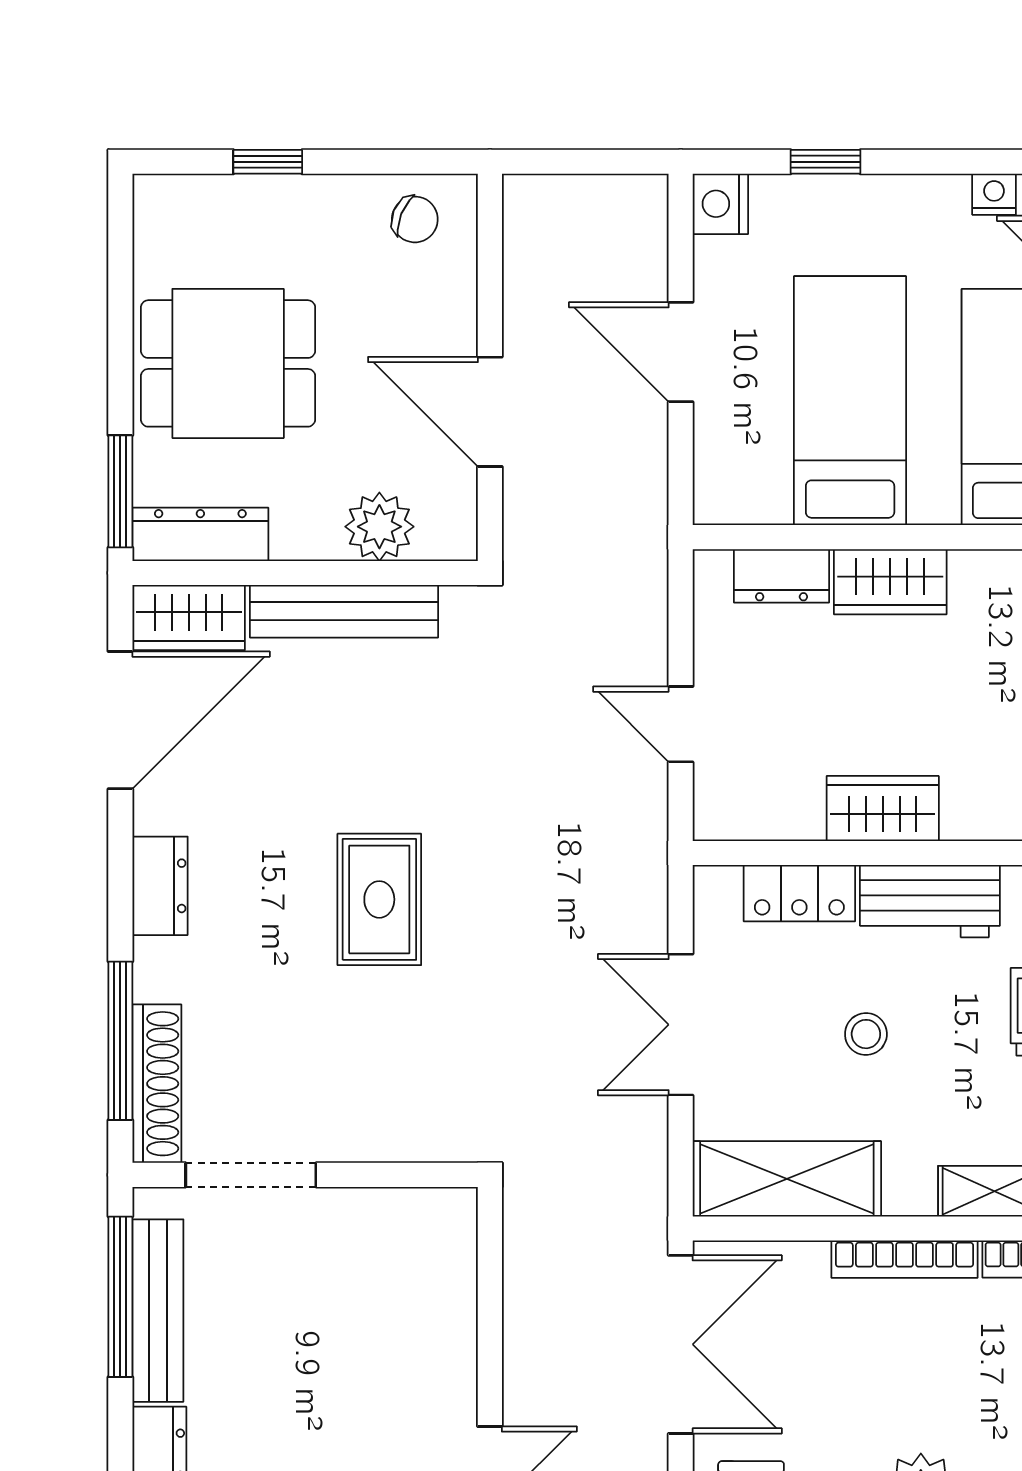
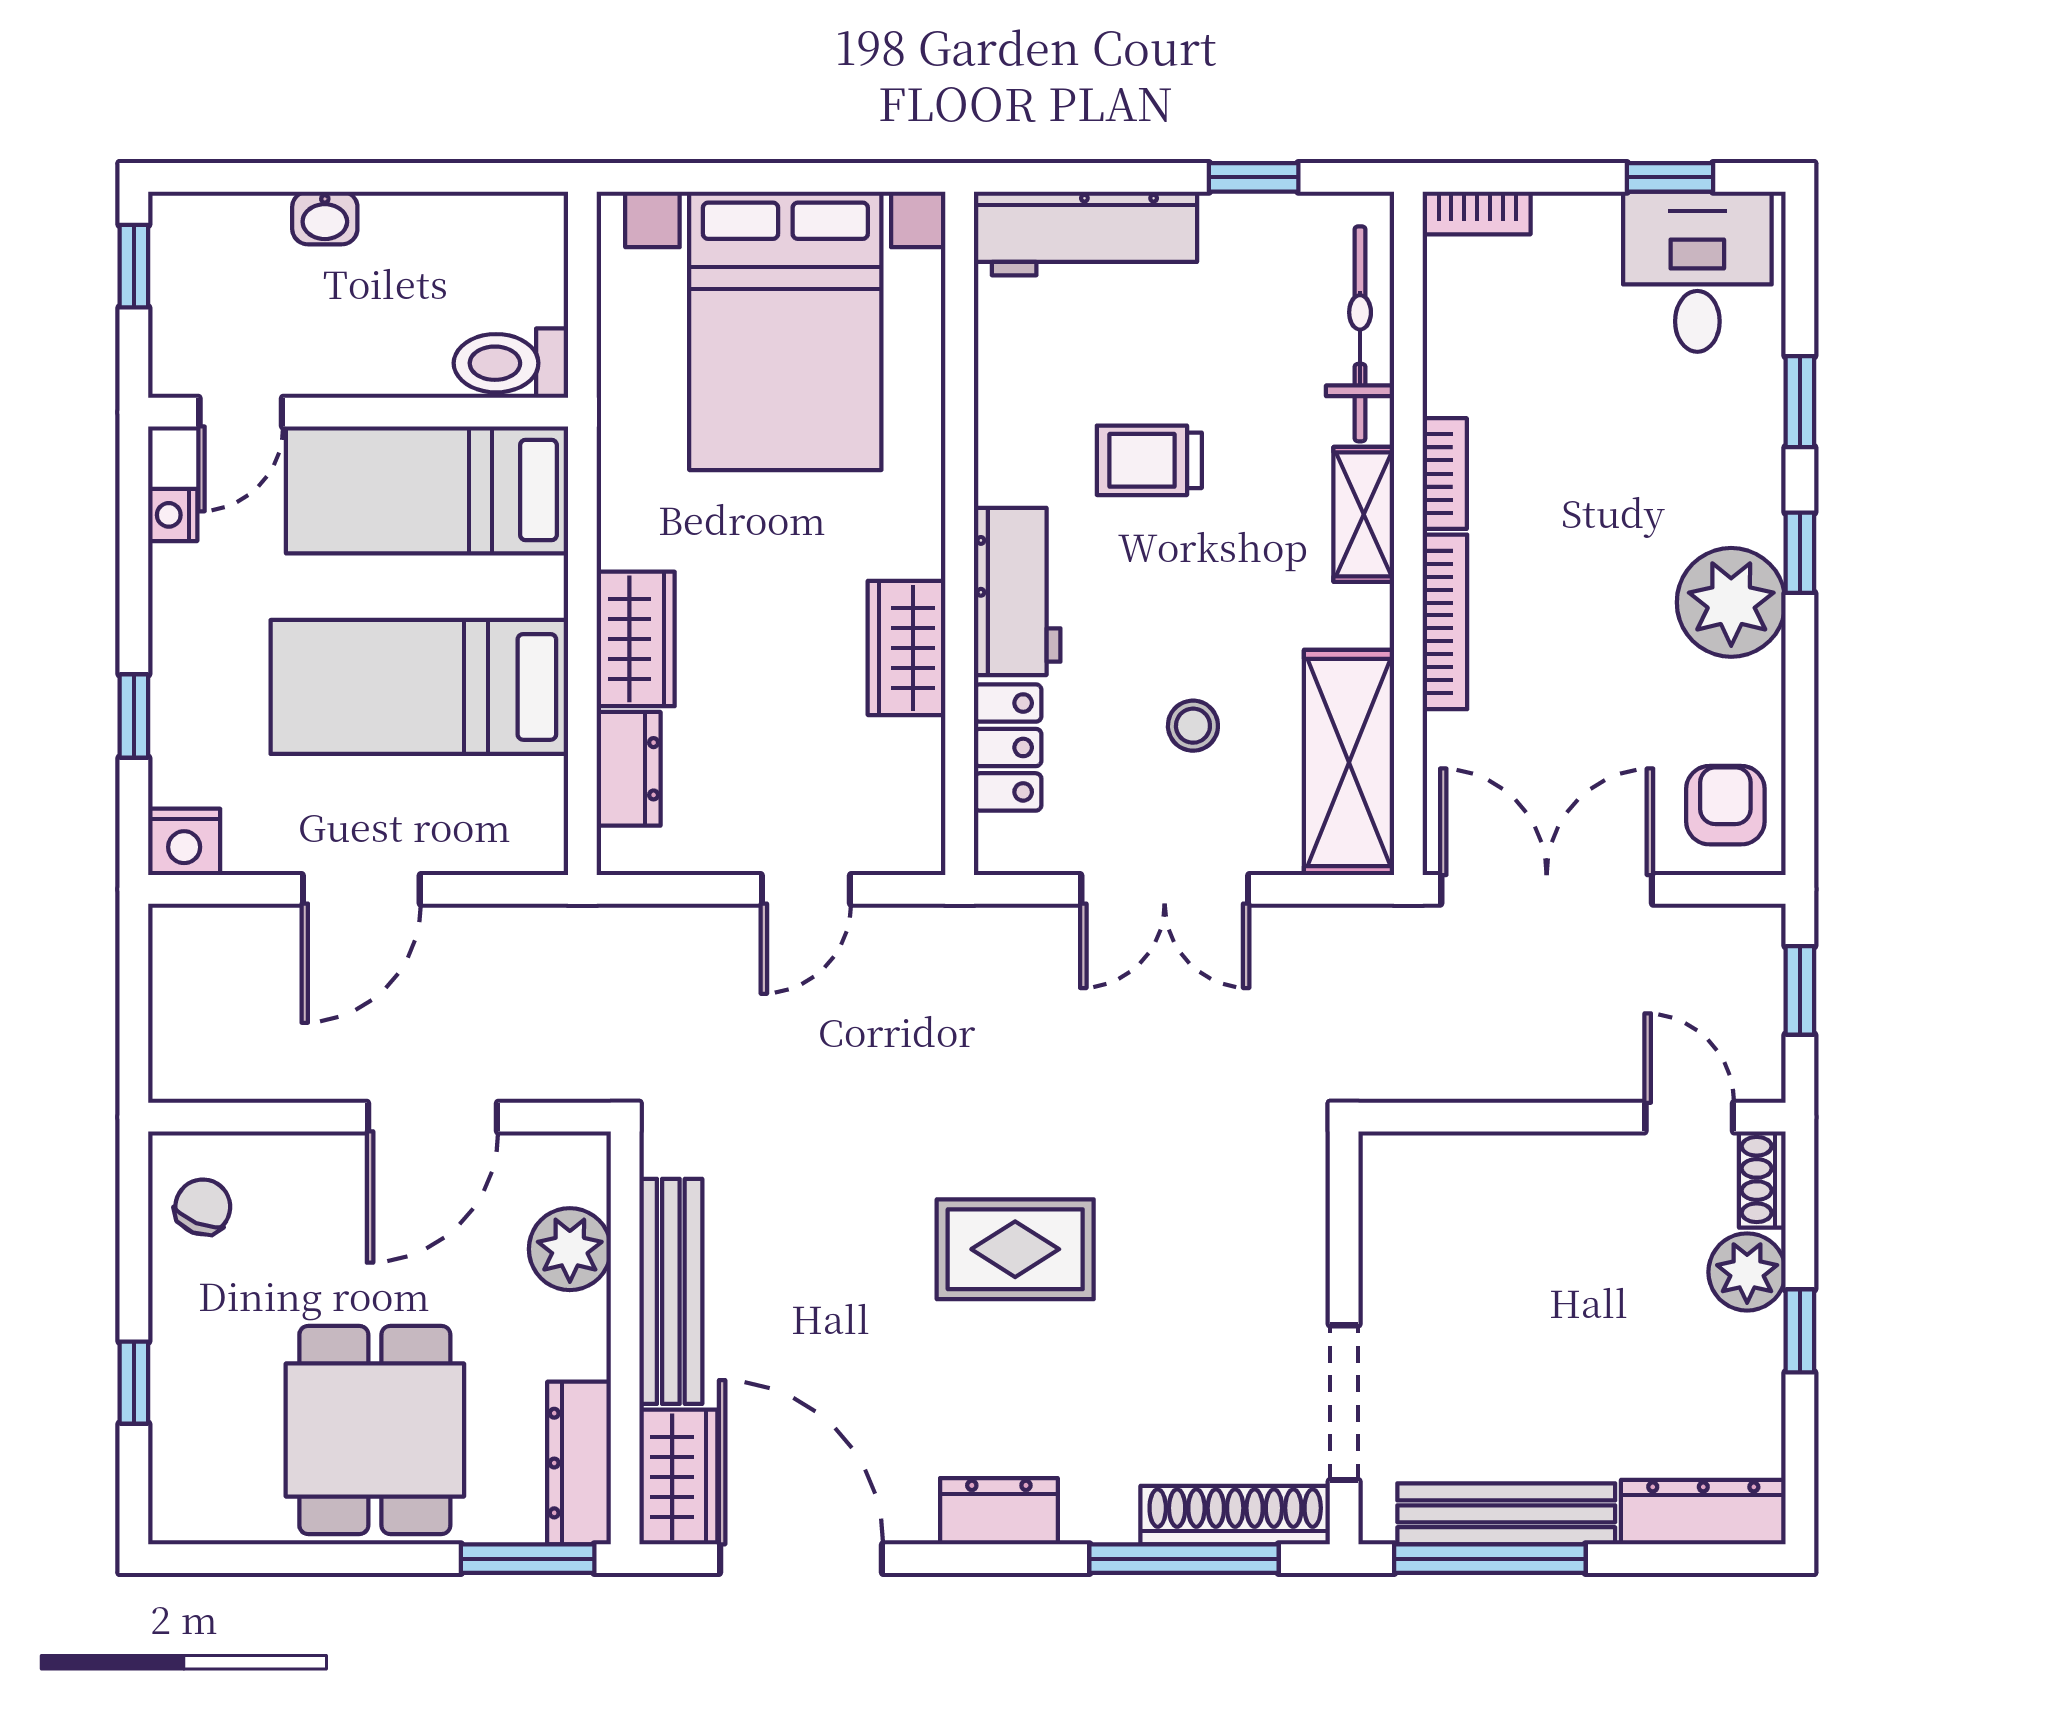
stool: (866, 1034) -> (1193, 726), moved

